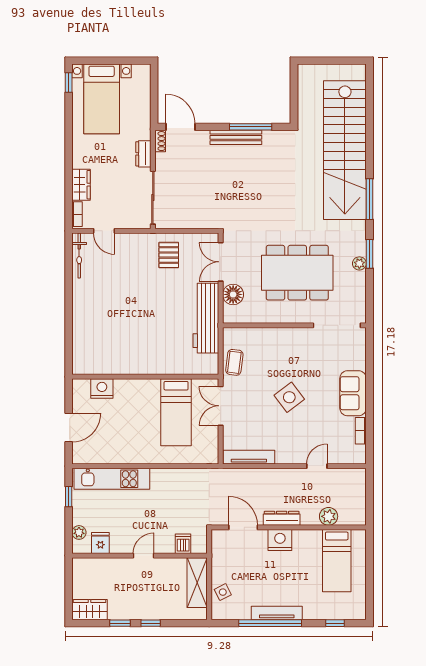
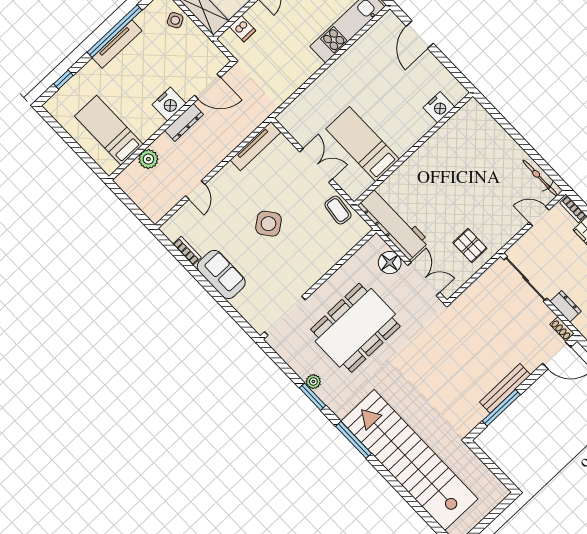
wall: (145, 377) -> (413, 149), moved
nightstand: (102, 388) -> (439, 107), moved
bed: (176, 412) -> (363, 144), moved

